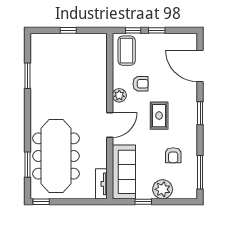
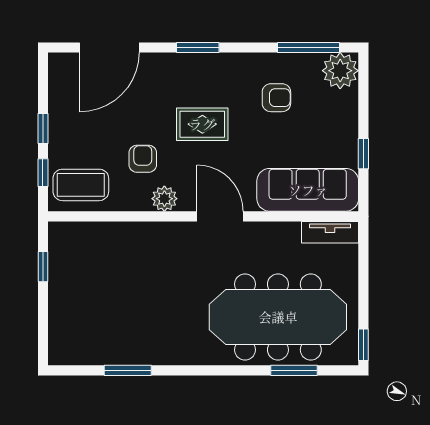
window: (68, 30) -> (43, 267), moved
plant: (163, 189) -> (340, 71), moved

